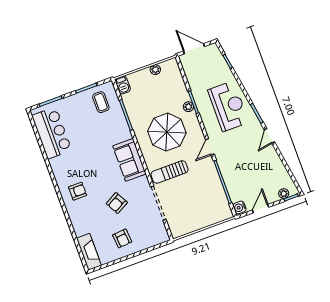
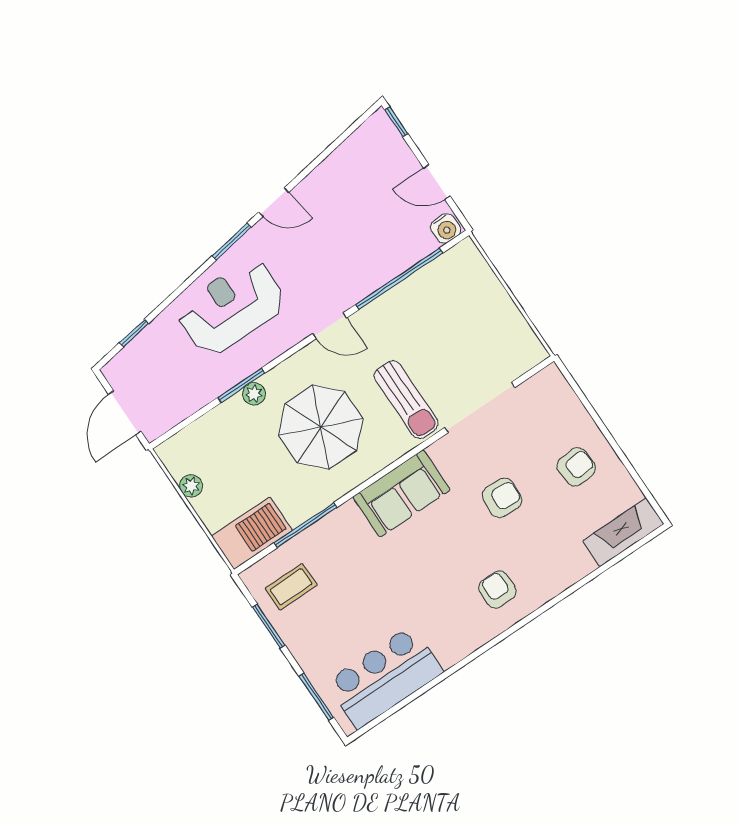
barbecue: (123, 85) -> (252, 533), width x1.88, depth x1.53
plant: (284, 194) -> (392, 140), removed
armchair: (117, 203) -> (502, 498), turned -57

